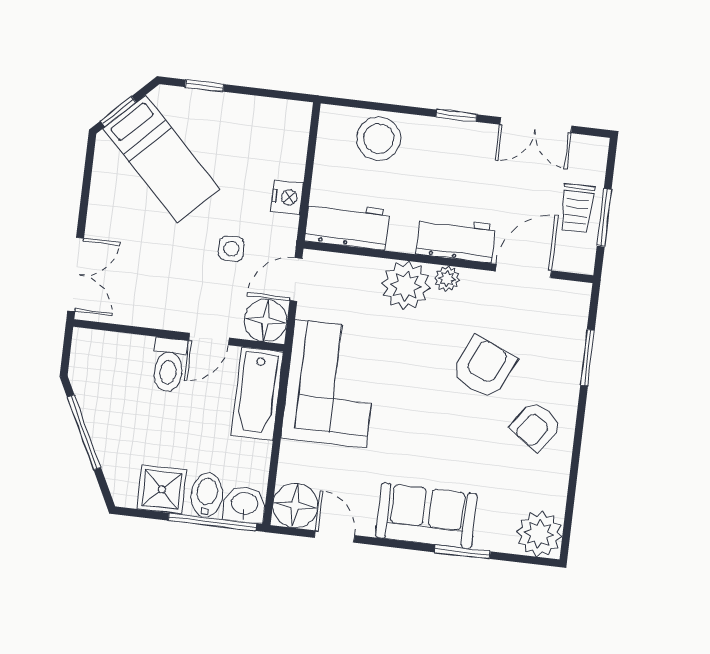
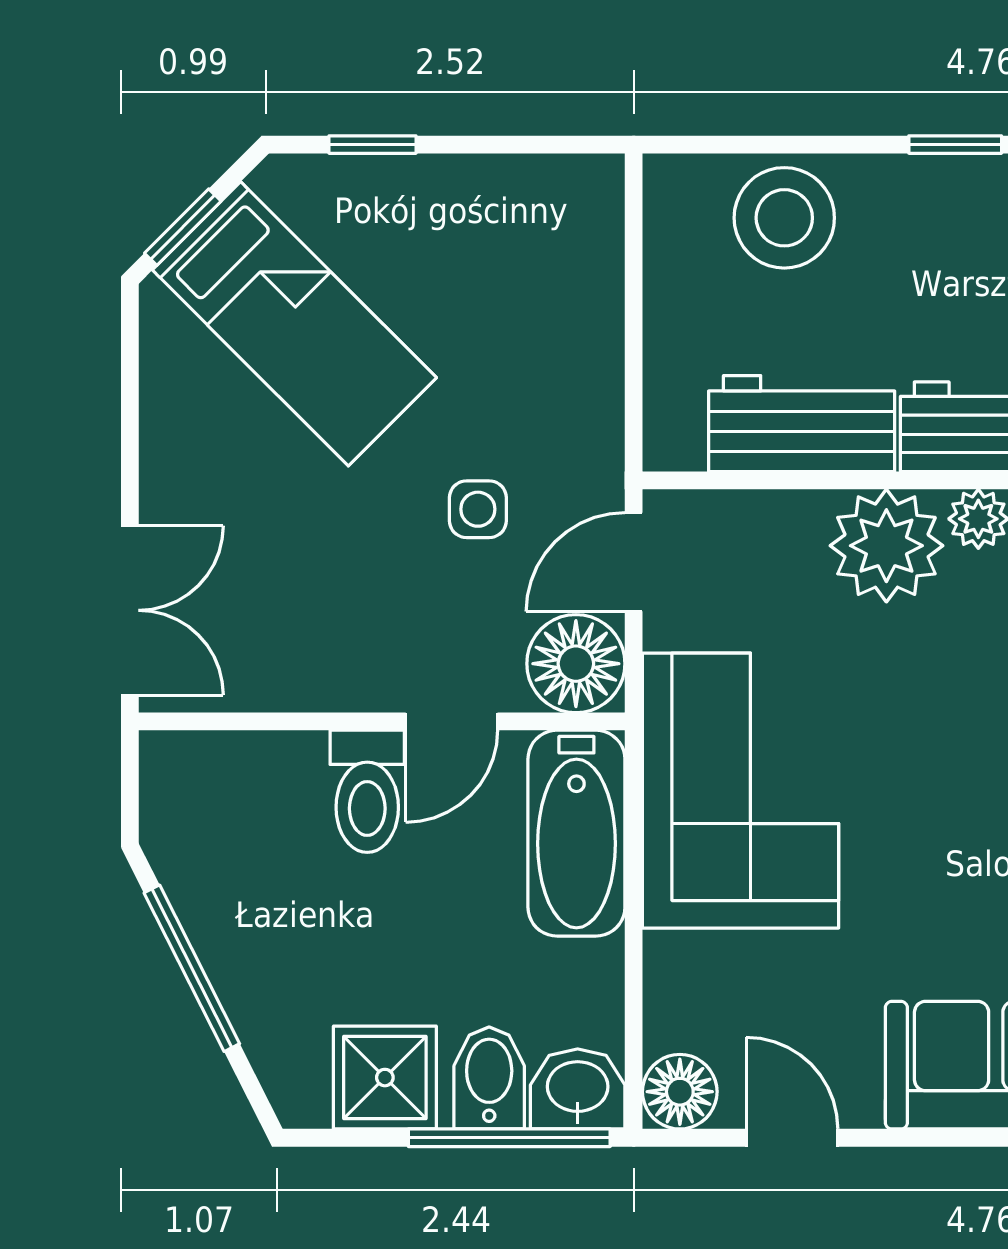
nightstand: (287, 197) -> (591, 376), removed
workbench: (347, 225) -> (802, 424), moved
floor lamp: (295, 506) -> (680, 1092), width x0.73, depth x0.73

